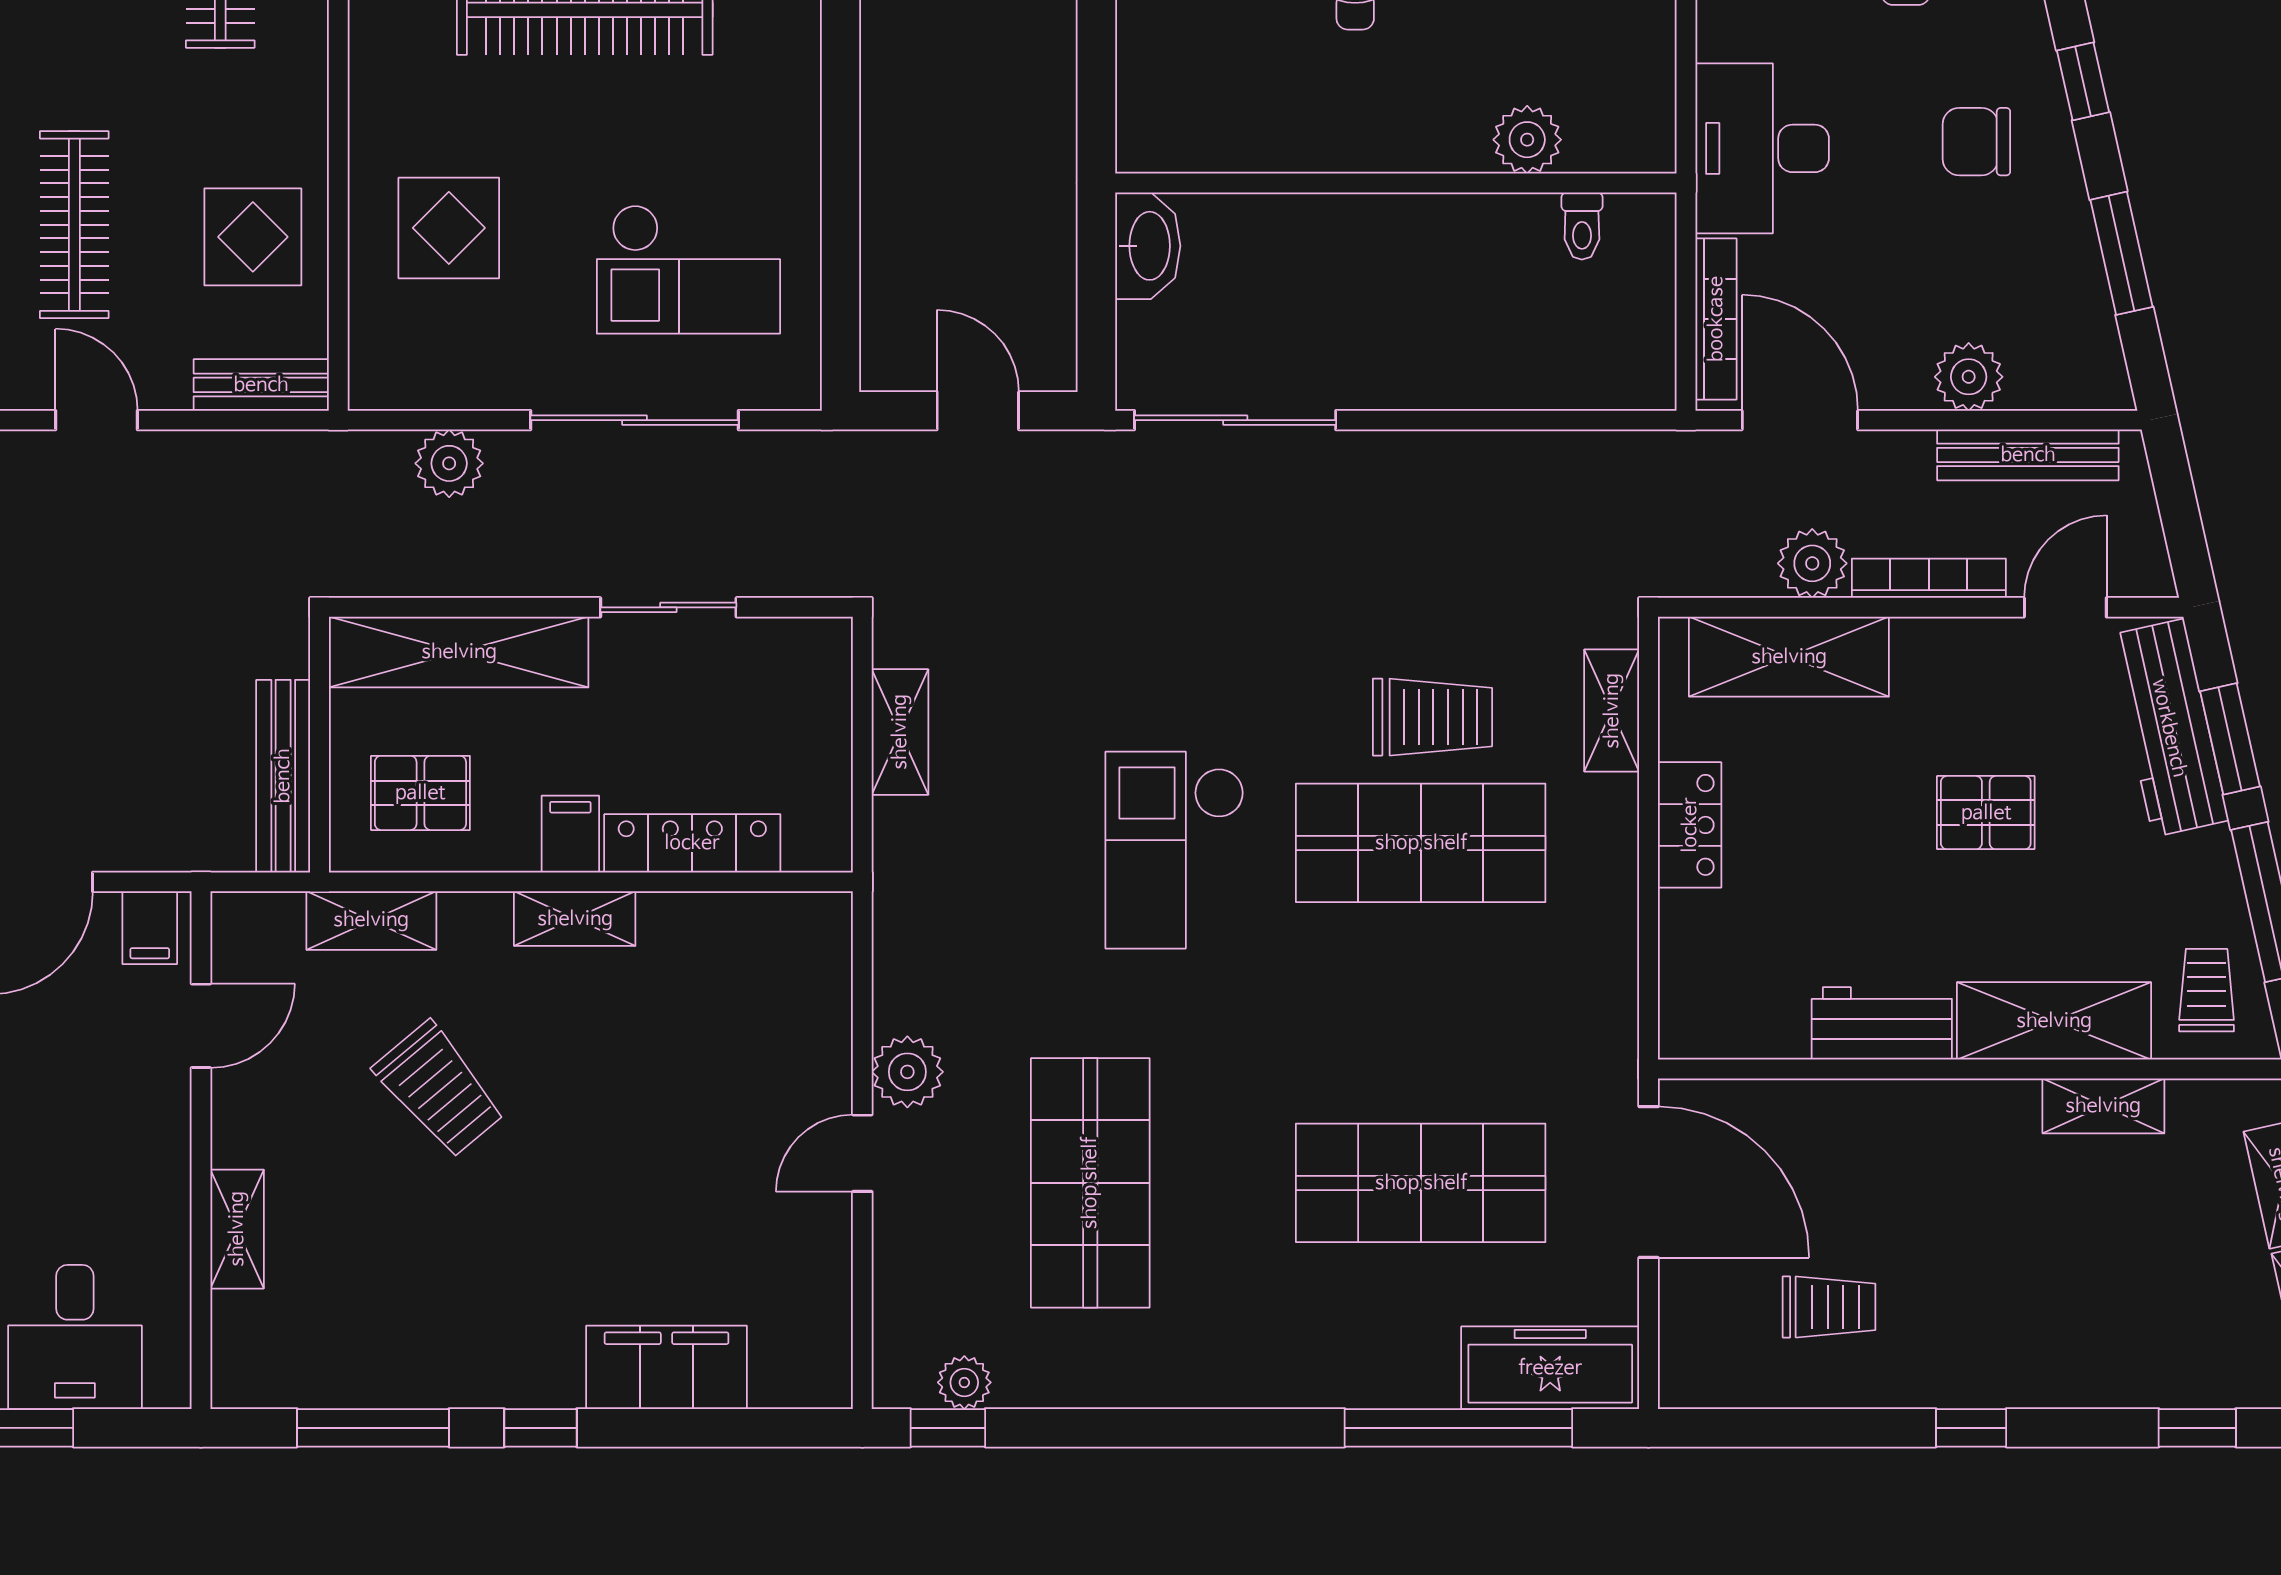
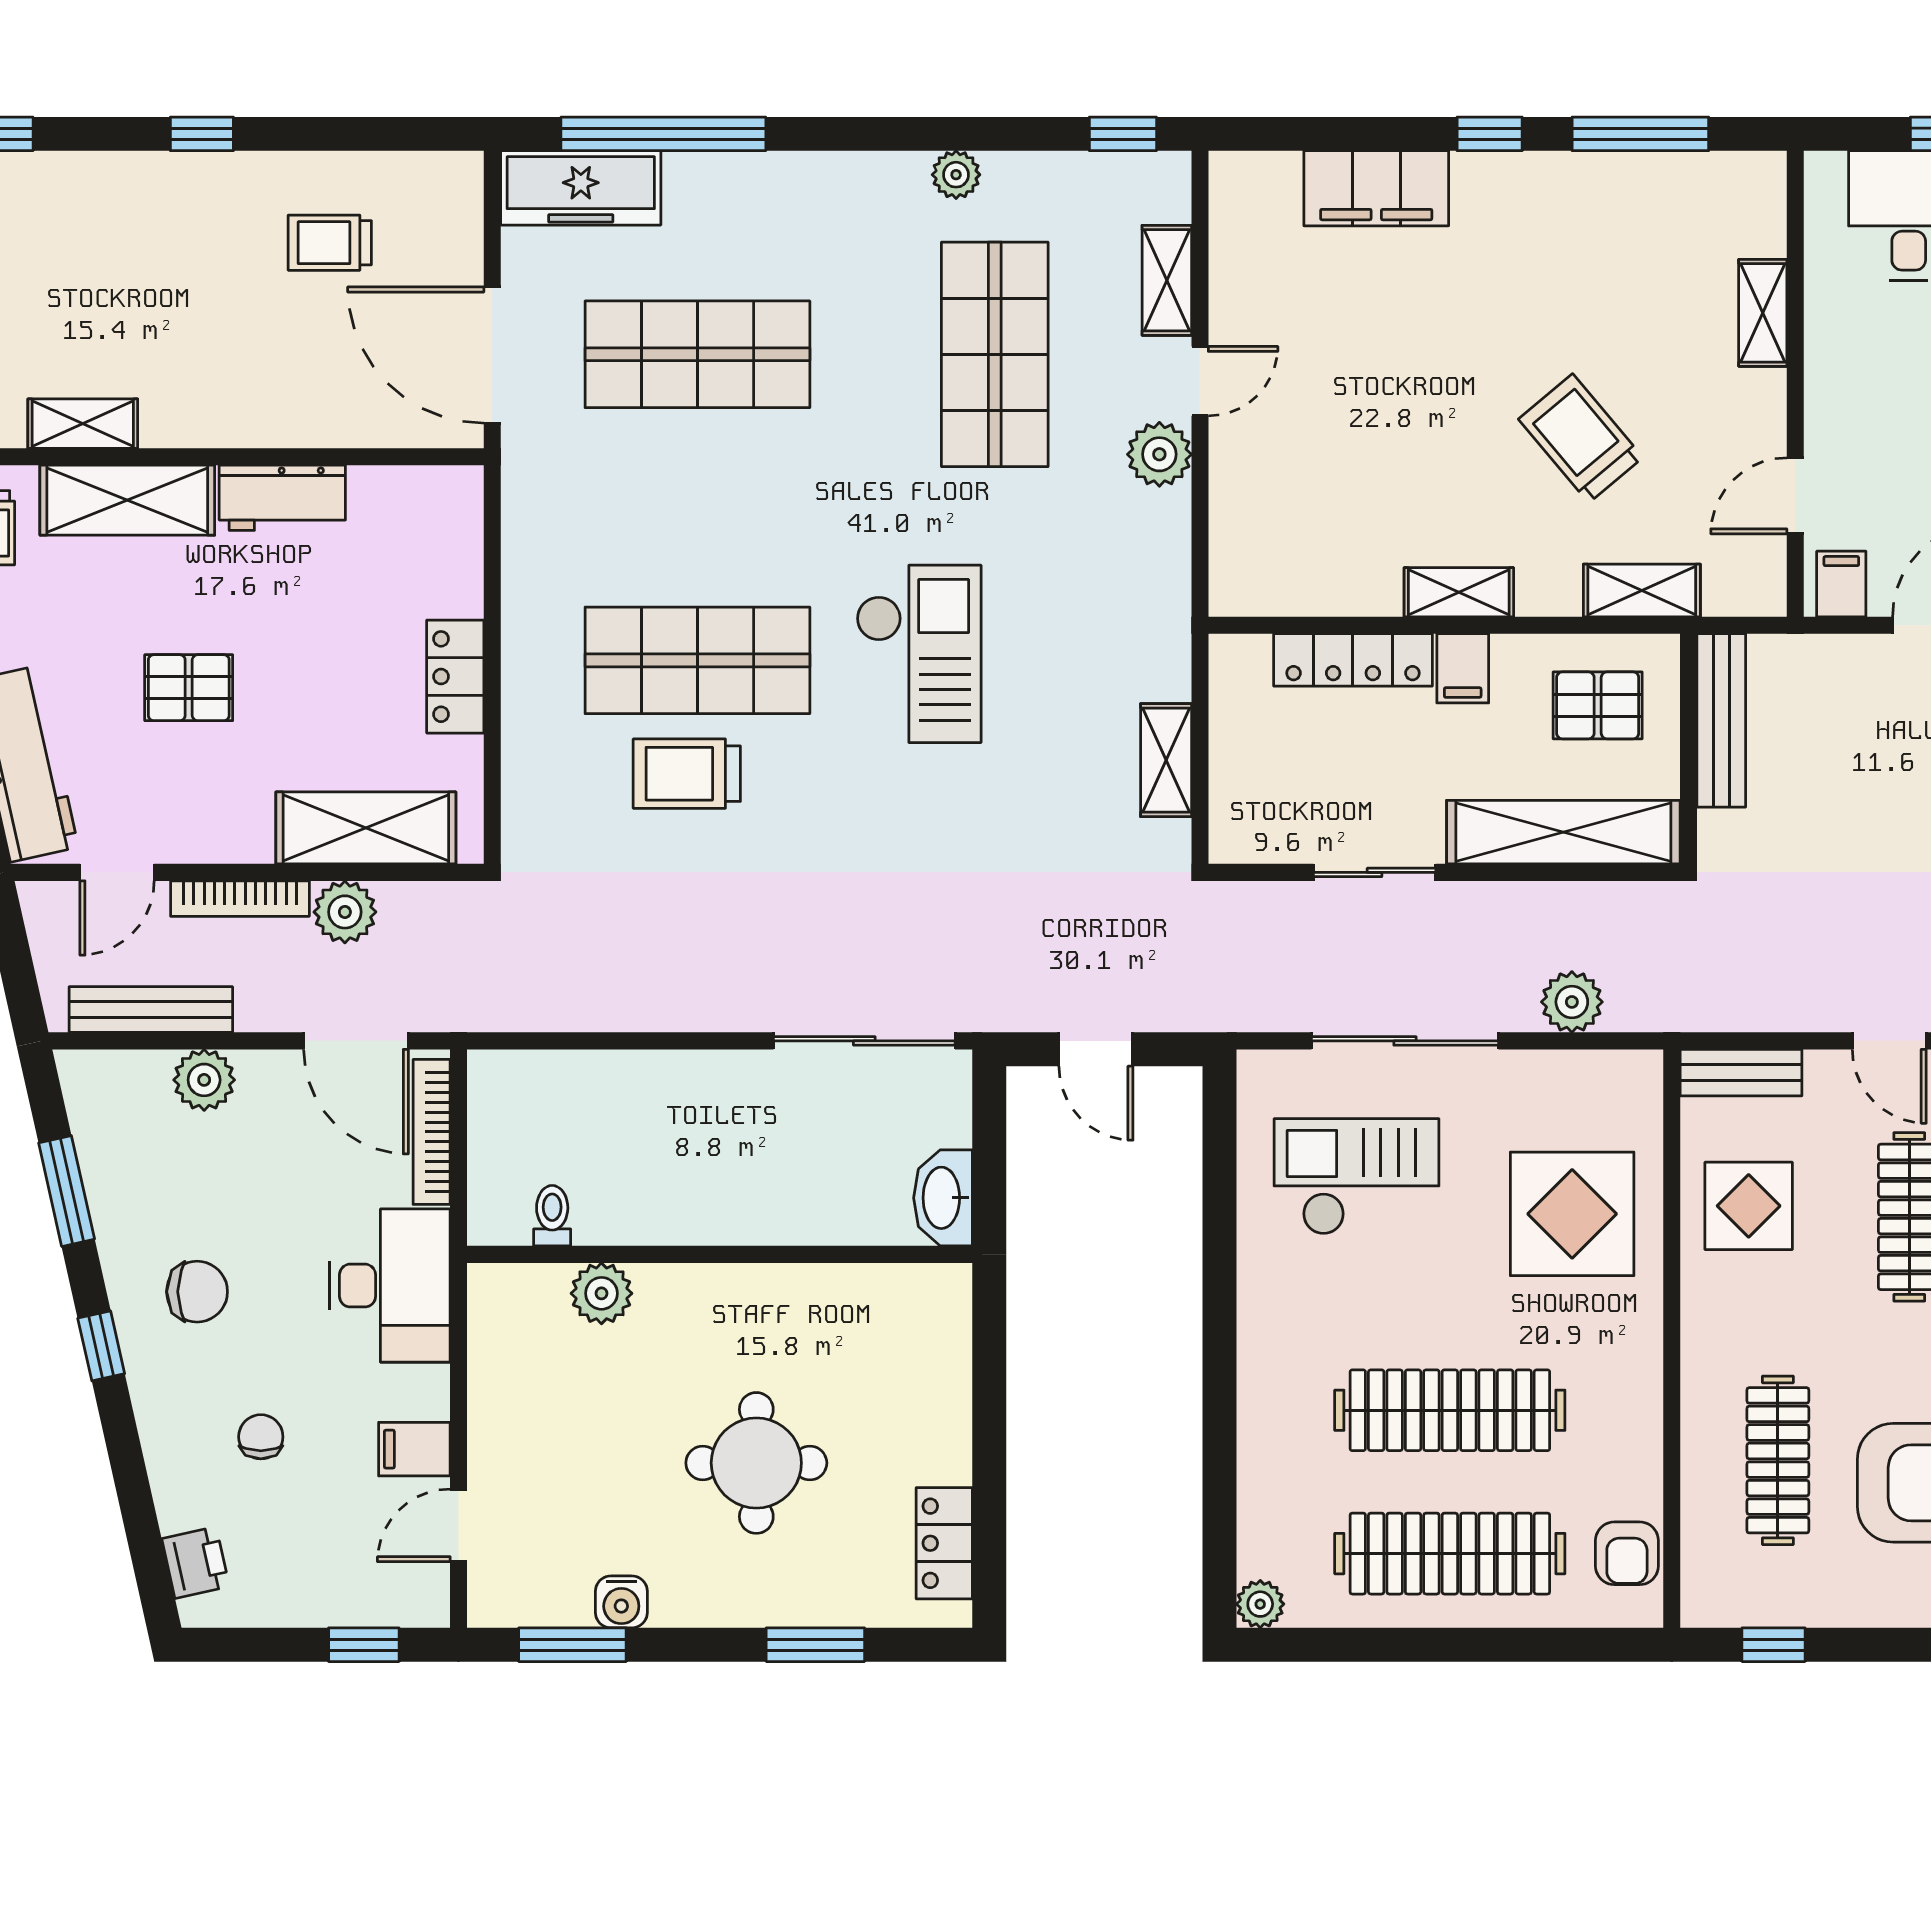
display table: (449, 228) -> (1572, 1214), width x1.36, depth x1.36
shelving: (1612, 711) -> (1167, 280), moved
plant: (964, 1382) -> (956, 175), moved

